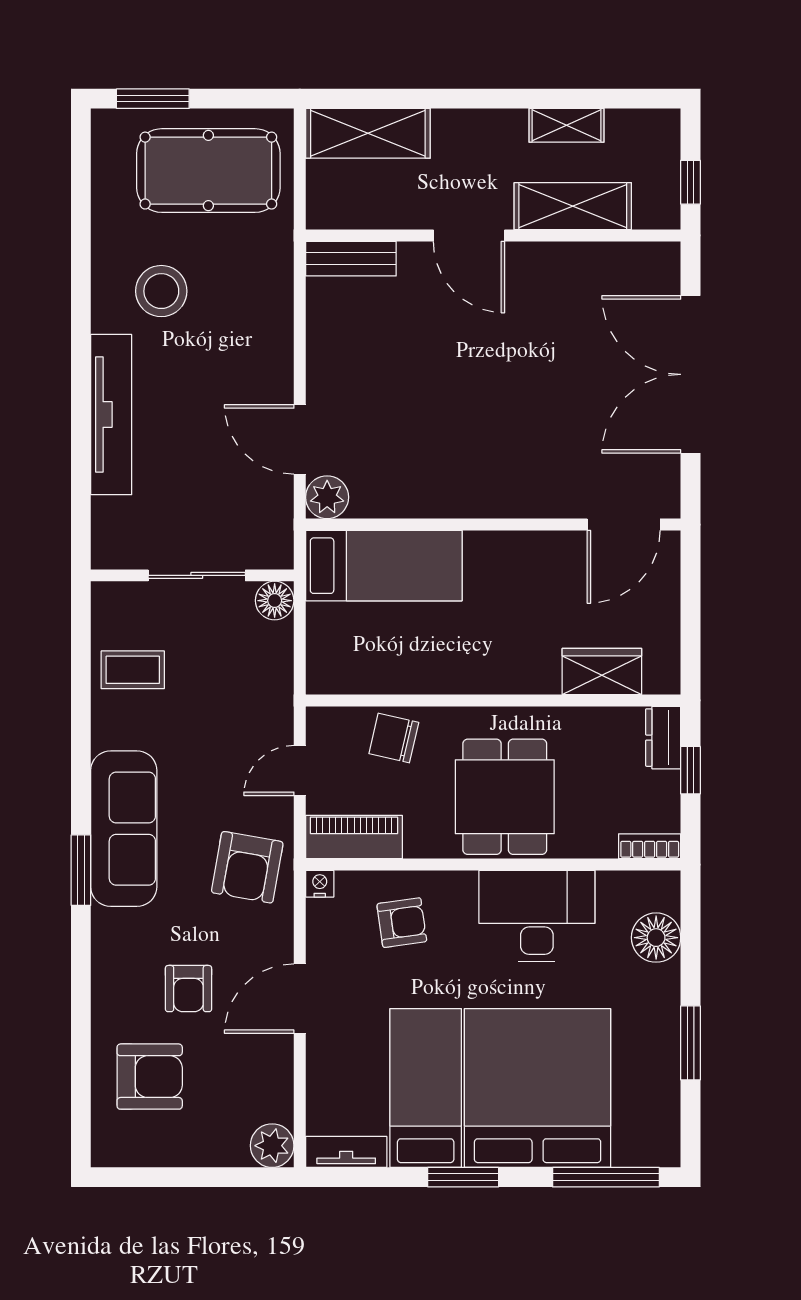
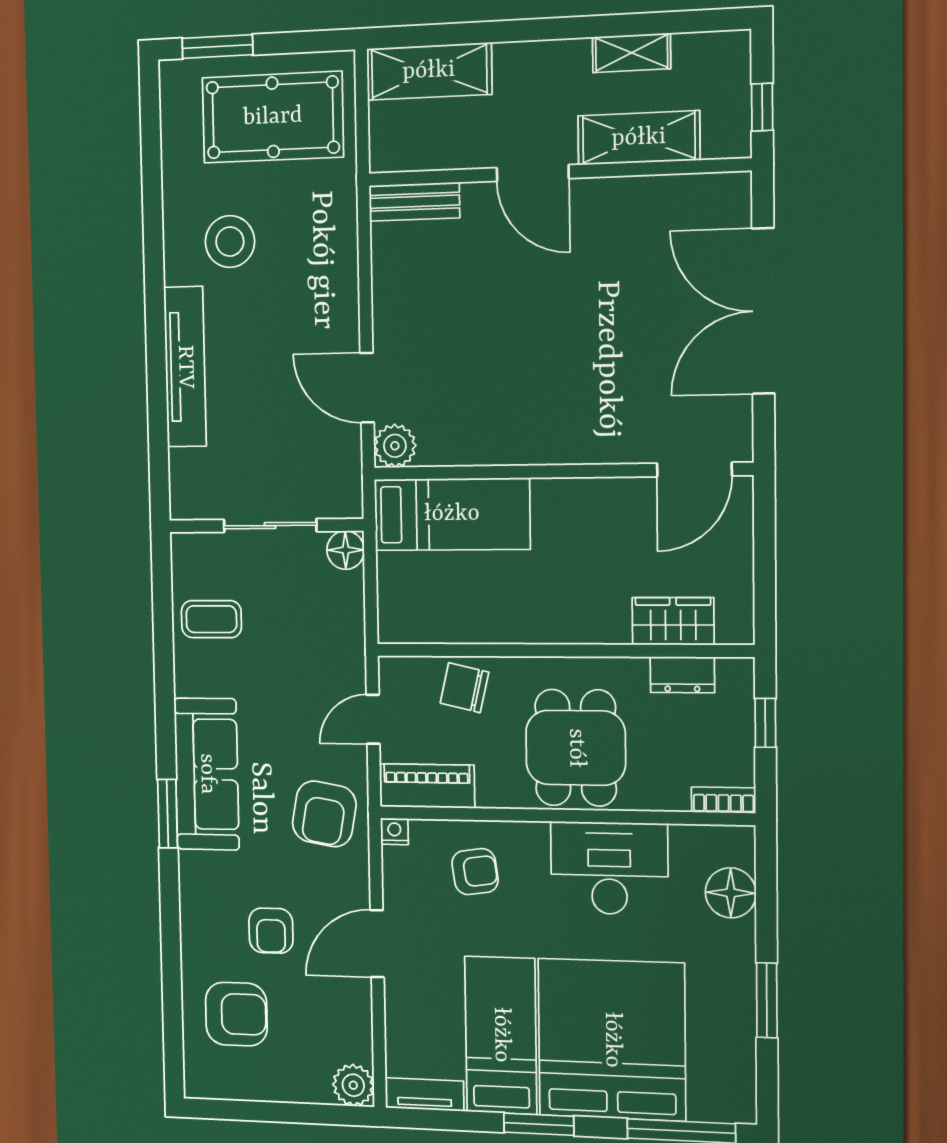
dresser: (663, 738) -> (682, 675), moved, turned -90

